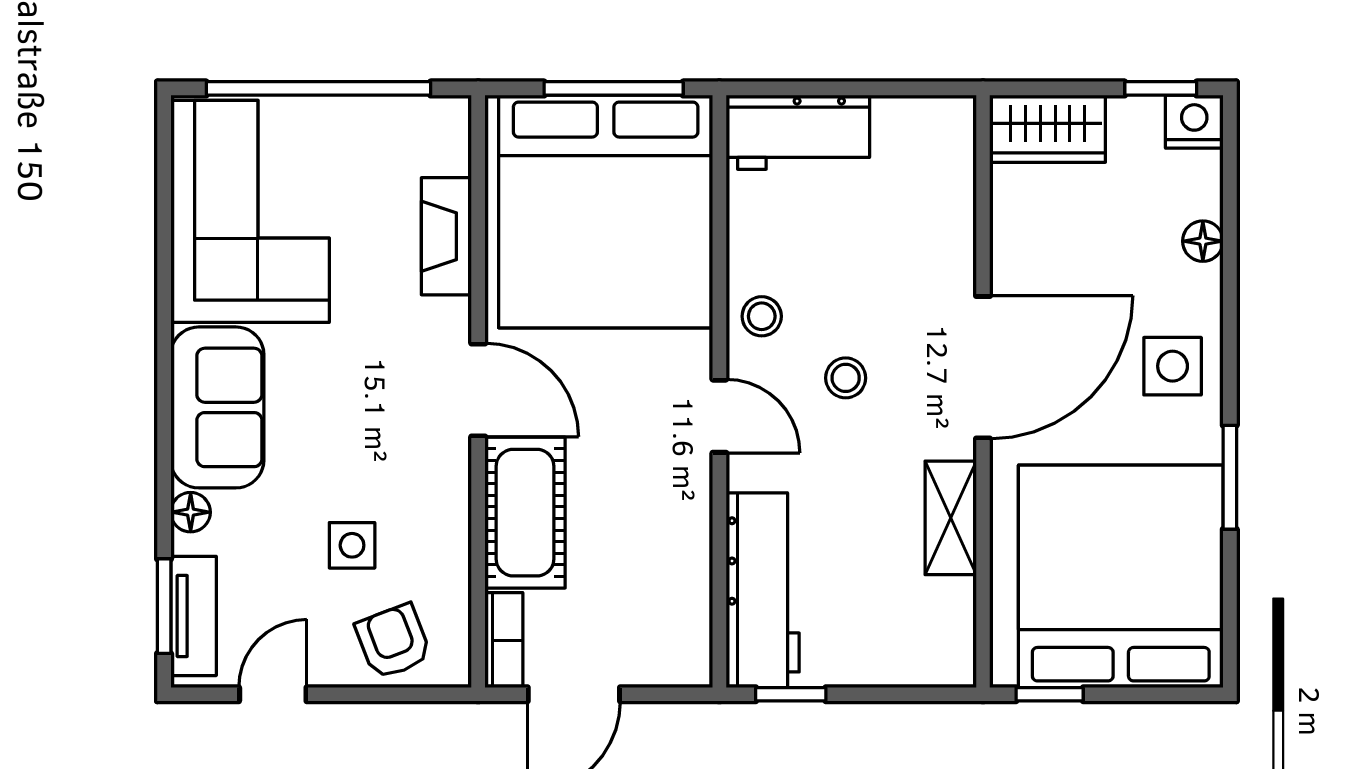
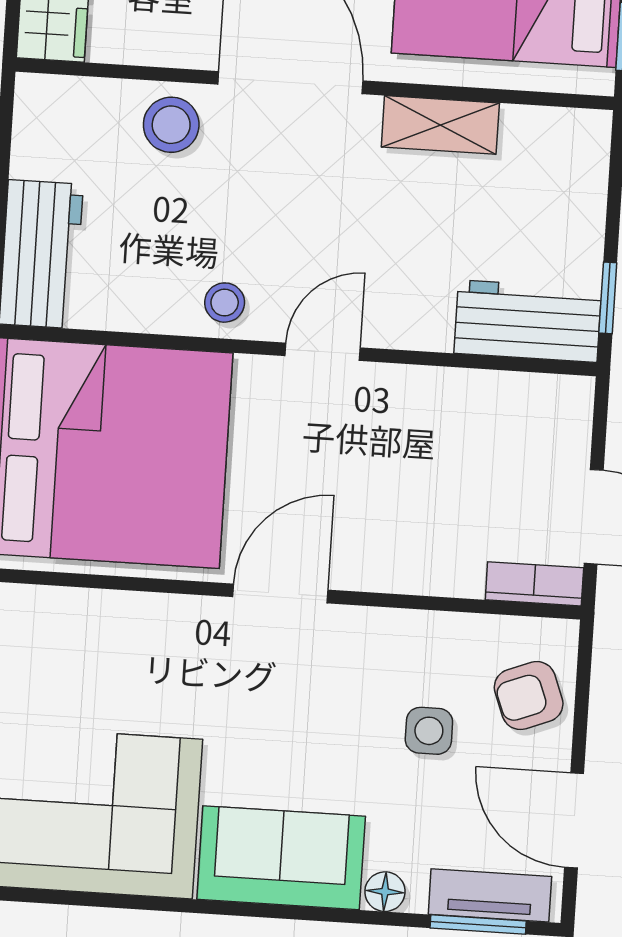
fireplace: (446, 236) -> (123, 615), removed
stool: (846, 378) -> (171, 125), moved, width x1.37, depth x1.37
cot: (525, 513) -> (407, 554), removed
workbench: (763, 590) -> (528, 321), width x0.73
door: (273, 694) -> (574, 820), width x1.38

